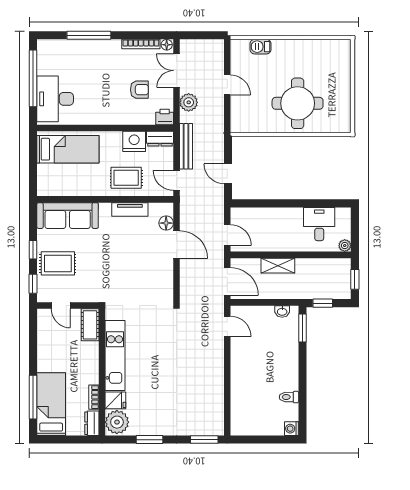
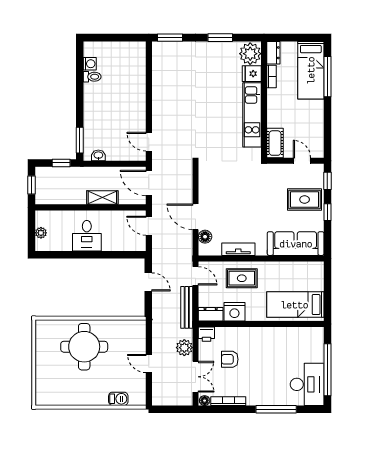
desk: (55, 99) -> (307, 384), moved
desk: (319, 224) -> (87, 236), moved
plant: (345, 246) -> (41, 233), moved
washing machine: (292, 429) -> (90, 64), moved

